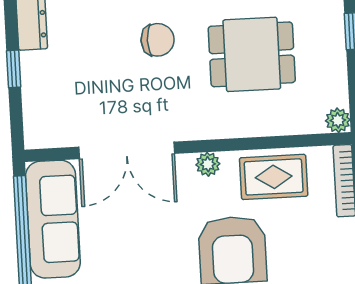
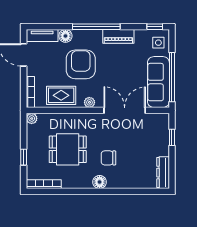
window: (14, 69) -> (172, 137), moved

